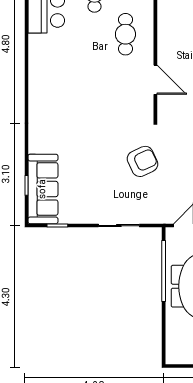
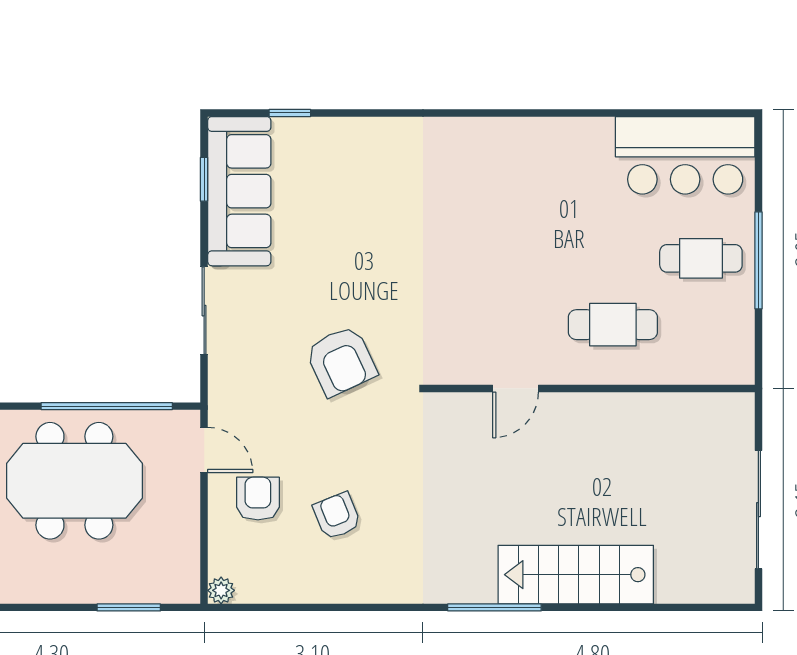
door: (155, 80) -> (516, 388), width x0.73
sofa: (43, 189) -> (239, 191), moved, turned -90

